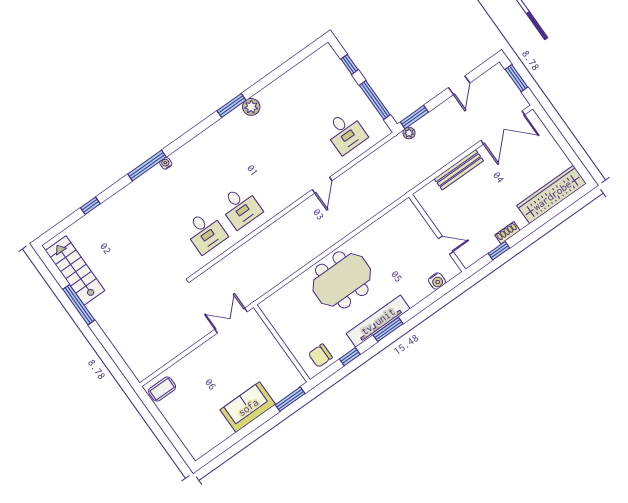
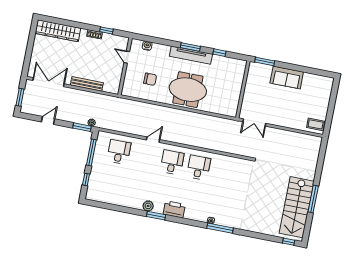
printer: (219, 133) -> (174, 209), added
window: (90, 206) -> (289, 242), moved
desk: (205, 232) -> (172, 162), moved
stairs: (75, 270) -> (297, 207), width x1.36, depth x1.51
chair: (320, 356) -> (150, 79), moved

